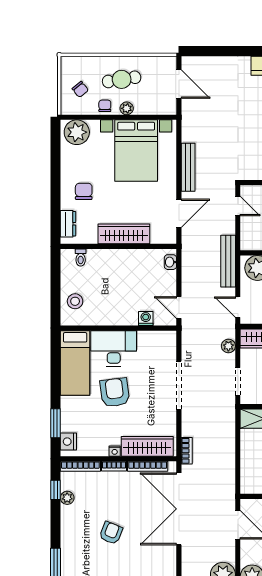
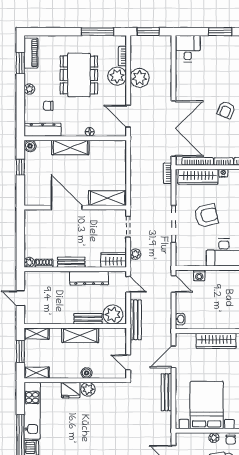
armchair: (115, 392) -> (206, 216), moved, turned -97

